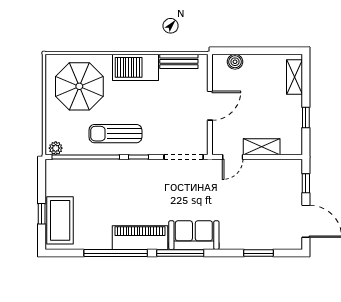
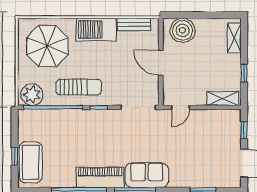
boiler: (235, 62) -> (183, 30), width x1.86, depth x1.86
door: (210, 106) -> (161, 63), swing flipped
sun lounger: (115, 134) -> (79, 87), turned 180
shelving: (262, 147) -> (223, 98), moved
plant: (56, 148) -> (32, 95), width x1.88, depth x1.88

